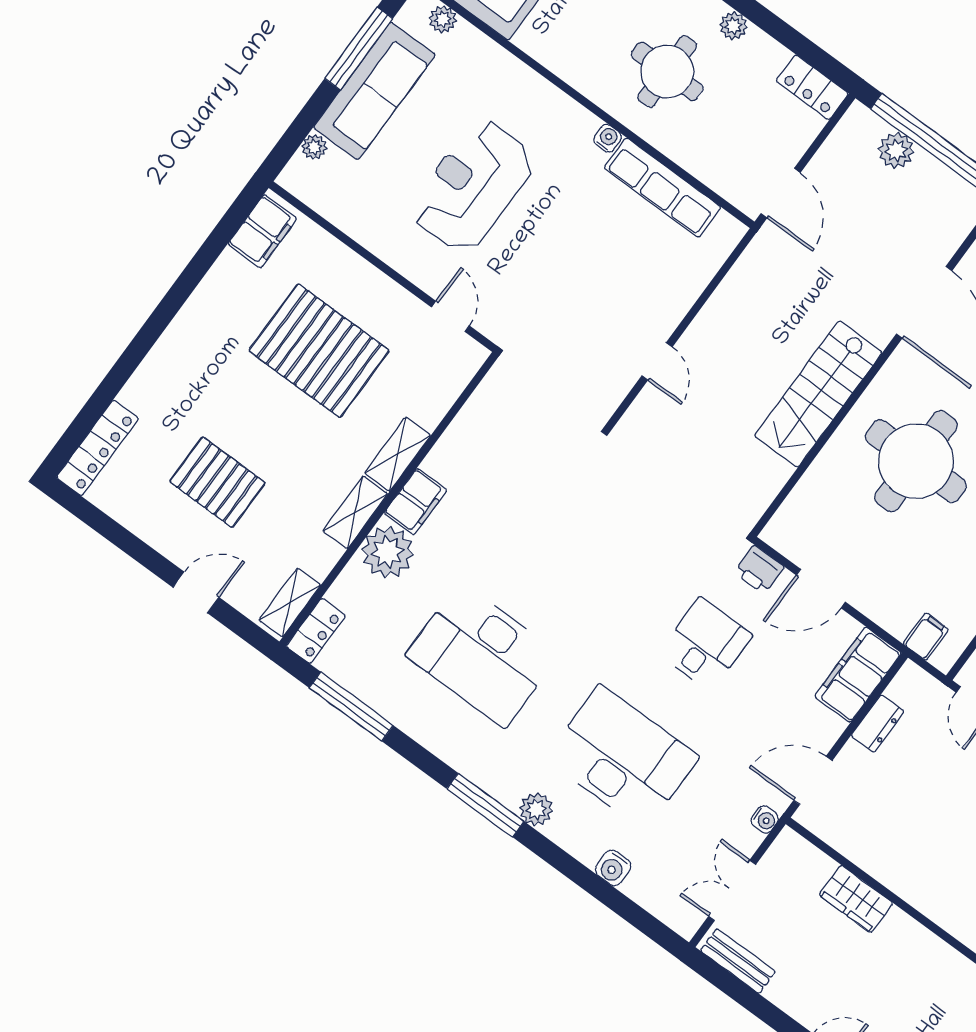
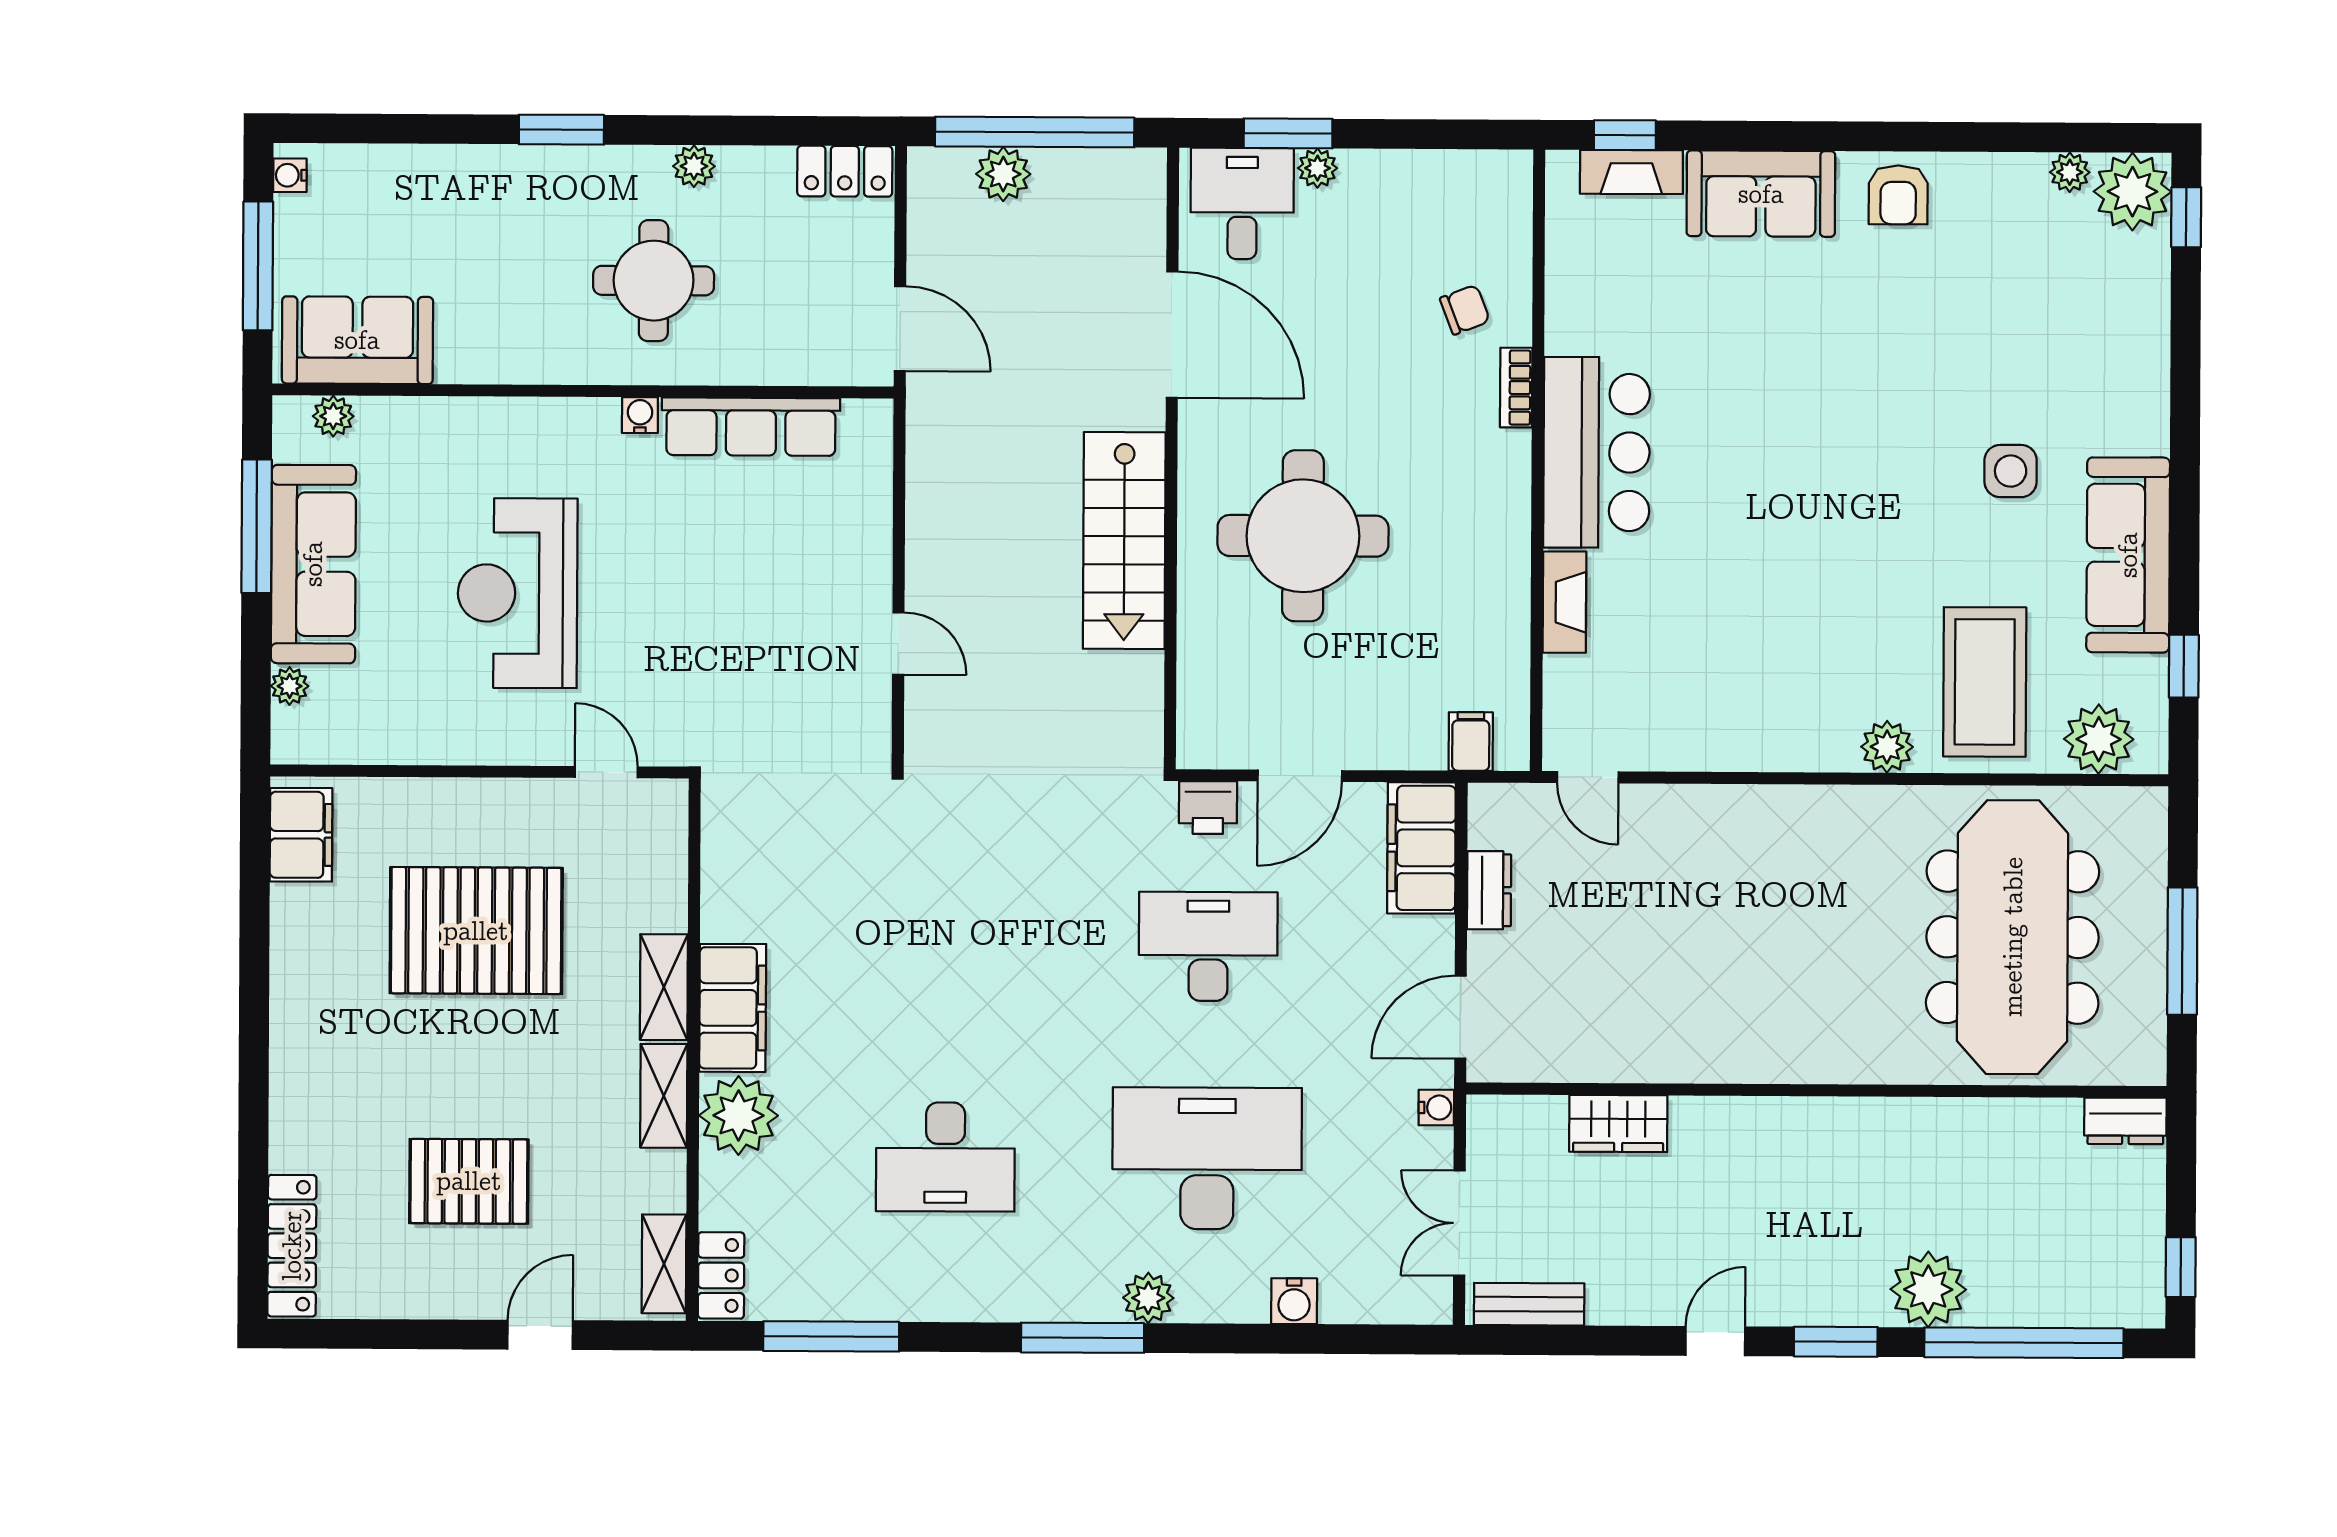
filing cabinet: (415, 502) -> (733, 1008), width x1.50, depth x1.17
desk: (705, 644) -> (1208, 946), width x1.37
desk: (482, 655) -> (945, 1157), width x0.73, depth x0.77

